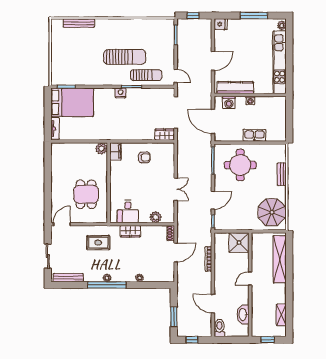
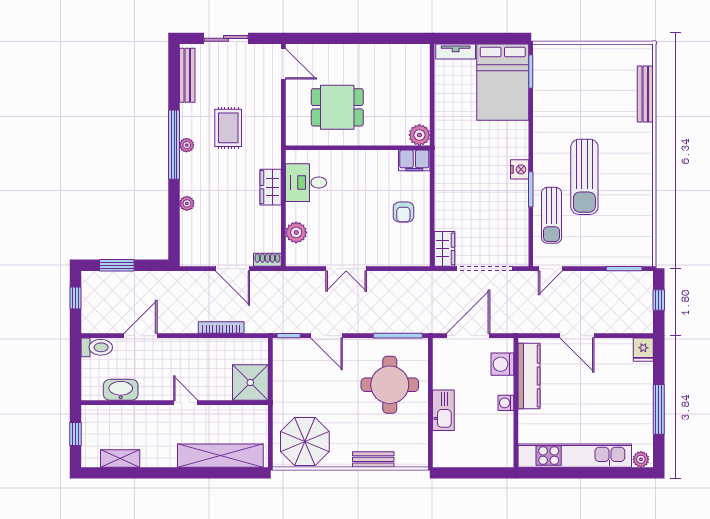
rug: (98, 243) -> (228, 128), moved

